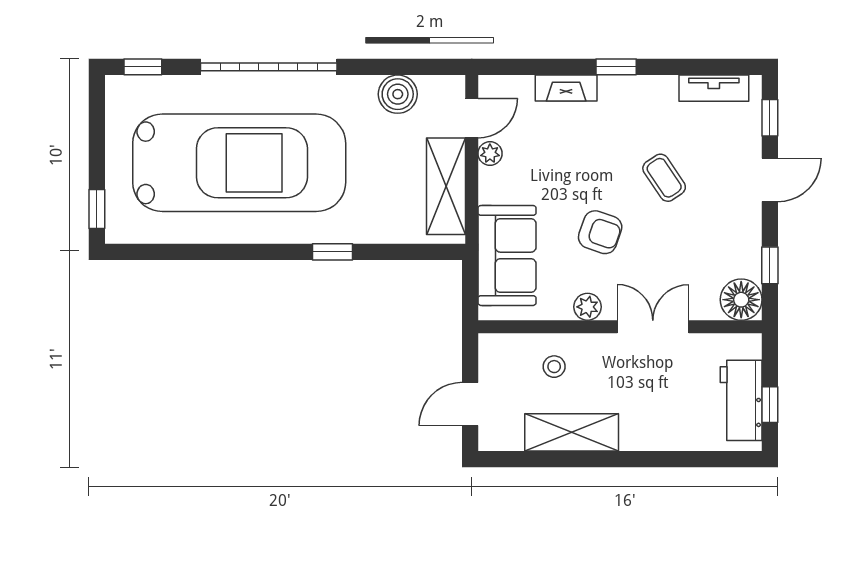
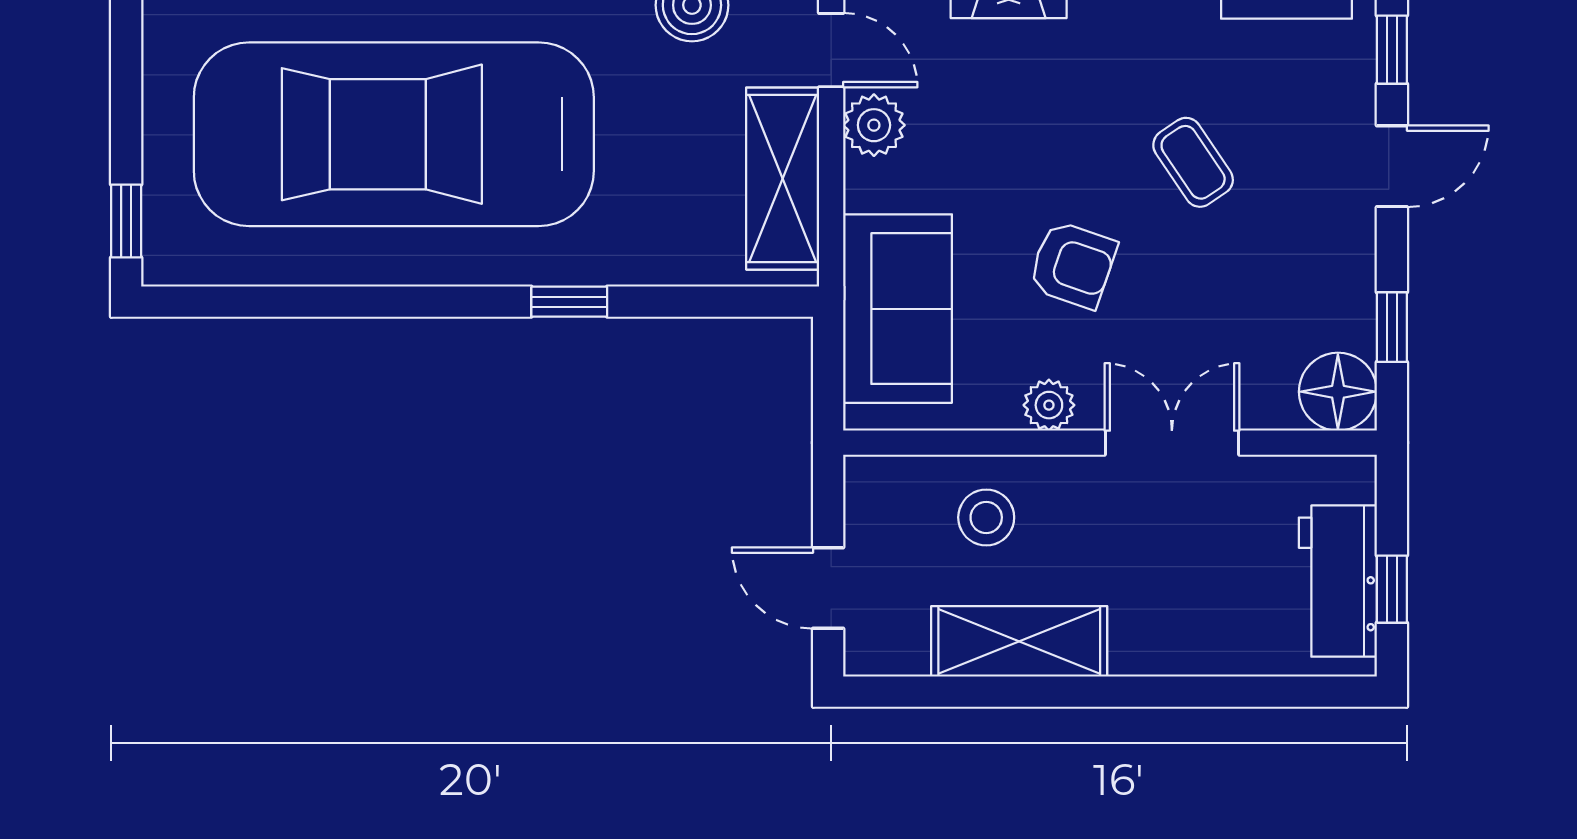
door: (472, 118) -> (831, 50), hinge flipped
plant: (490, 153) -> (874, 125), width x1.38, depth x1.38
car: (239, 163) -> (394, 134), turned 180
stool: (554, 367) -> (986, 517), width x1.37, depth x1.37
door: (470, 404) -> (828, 588), hinge flipped

